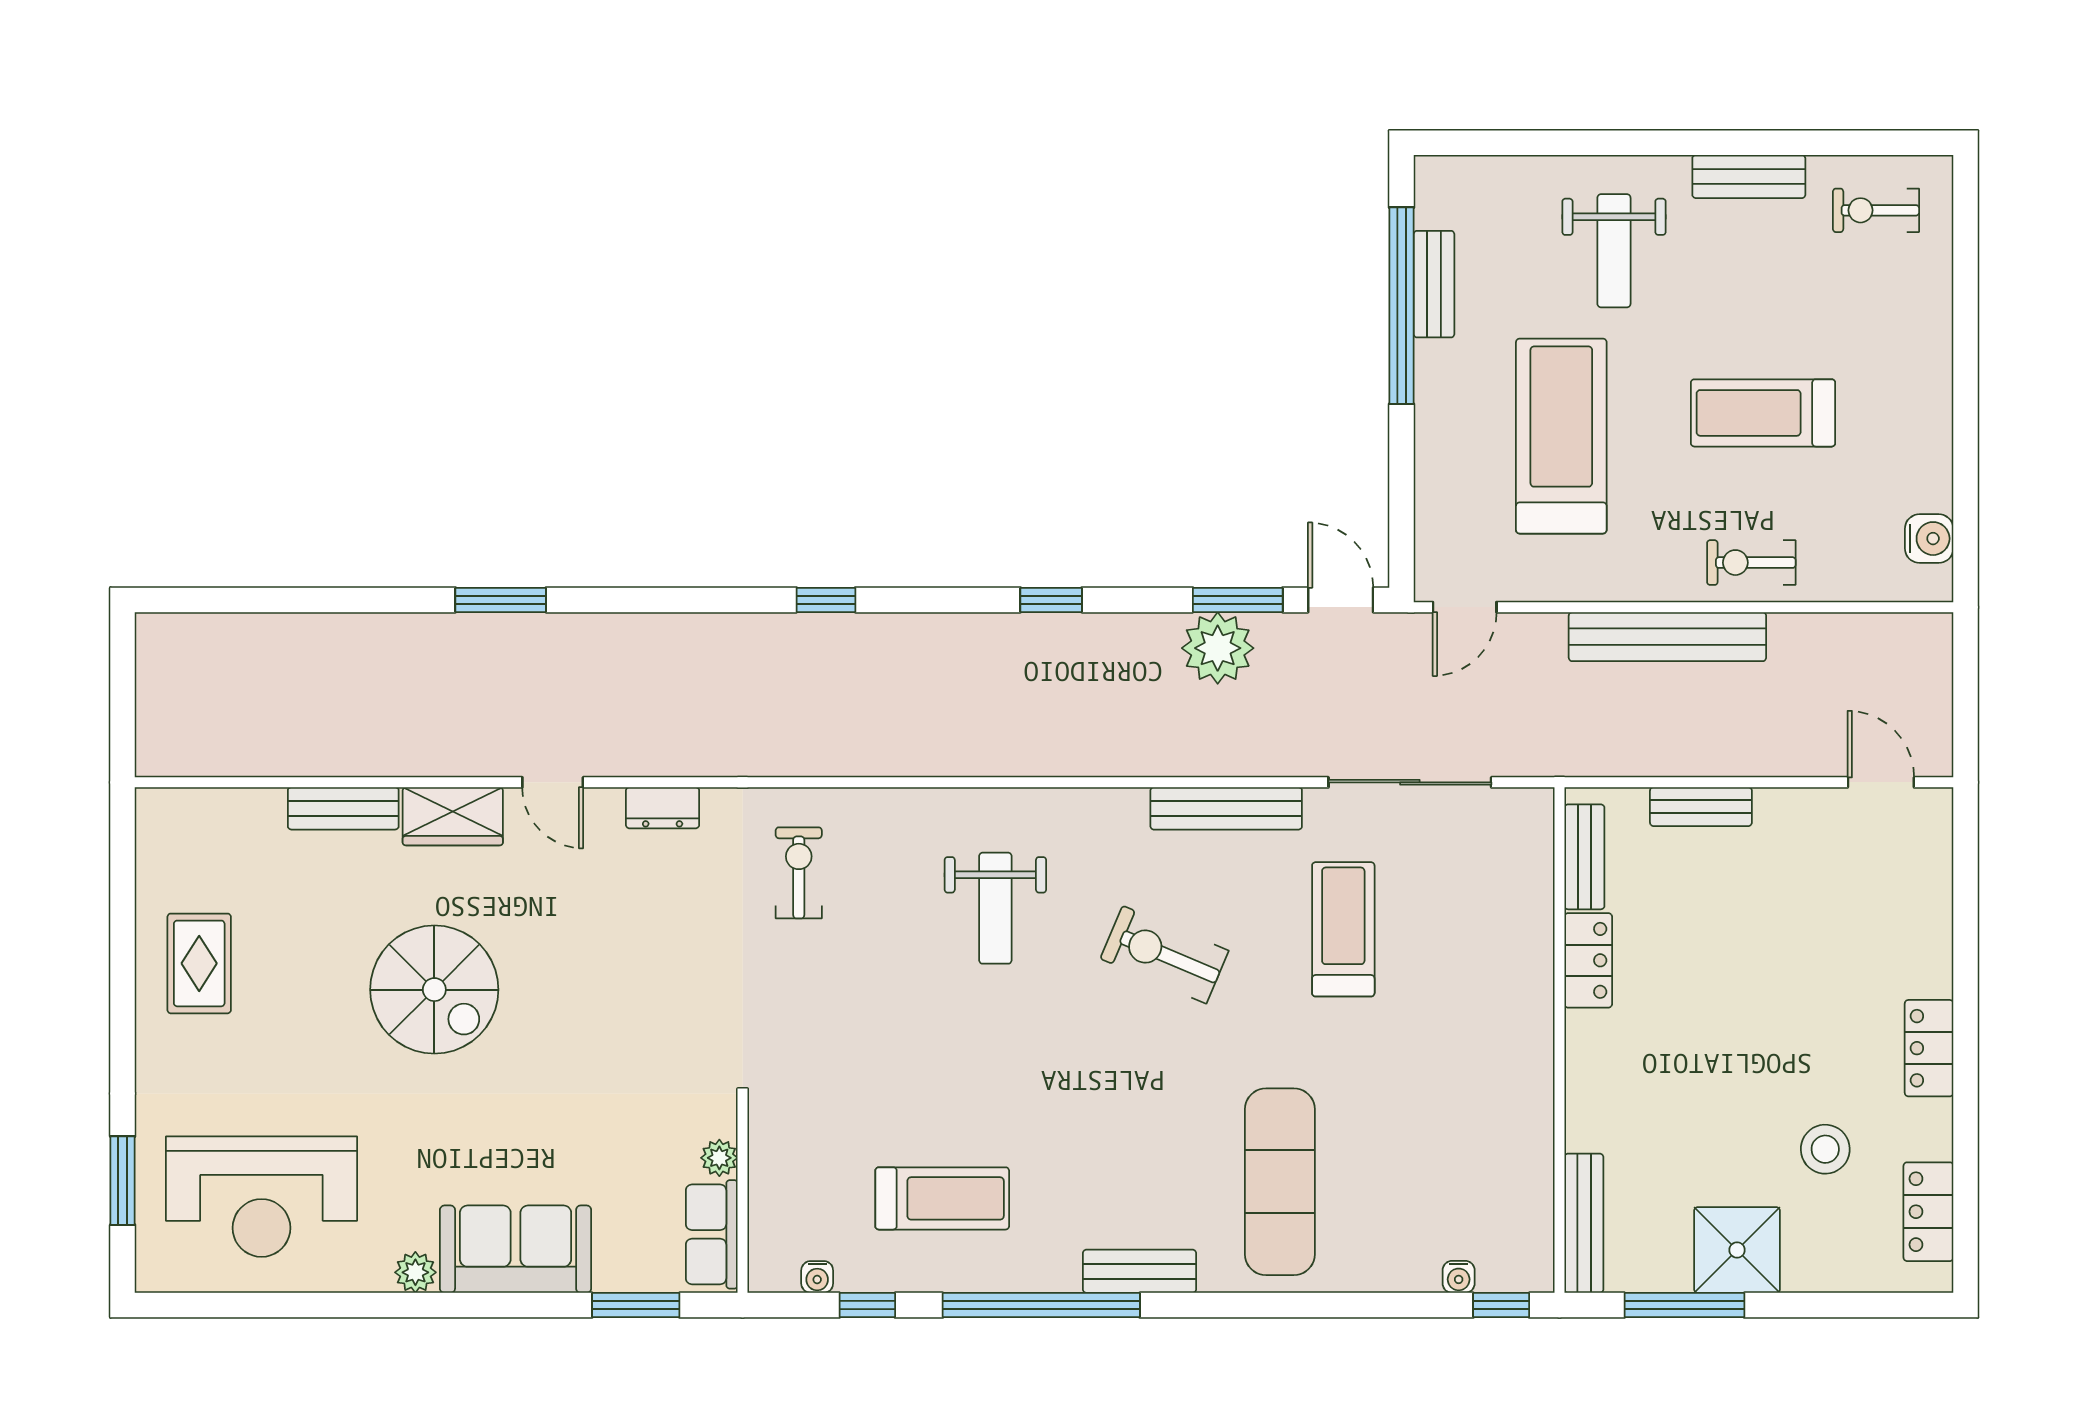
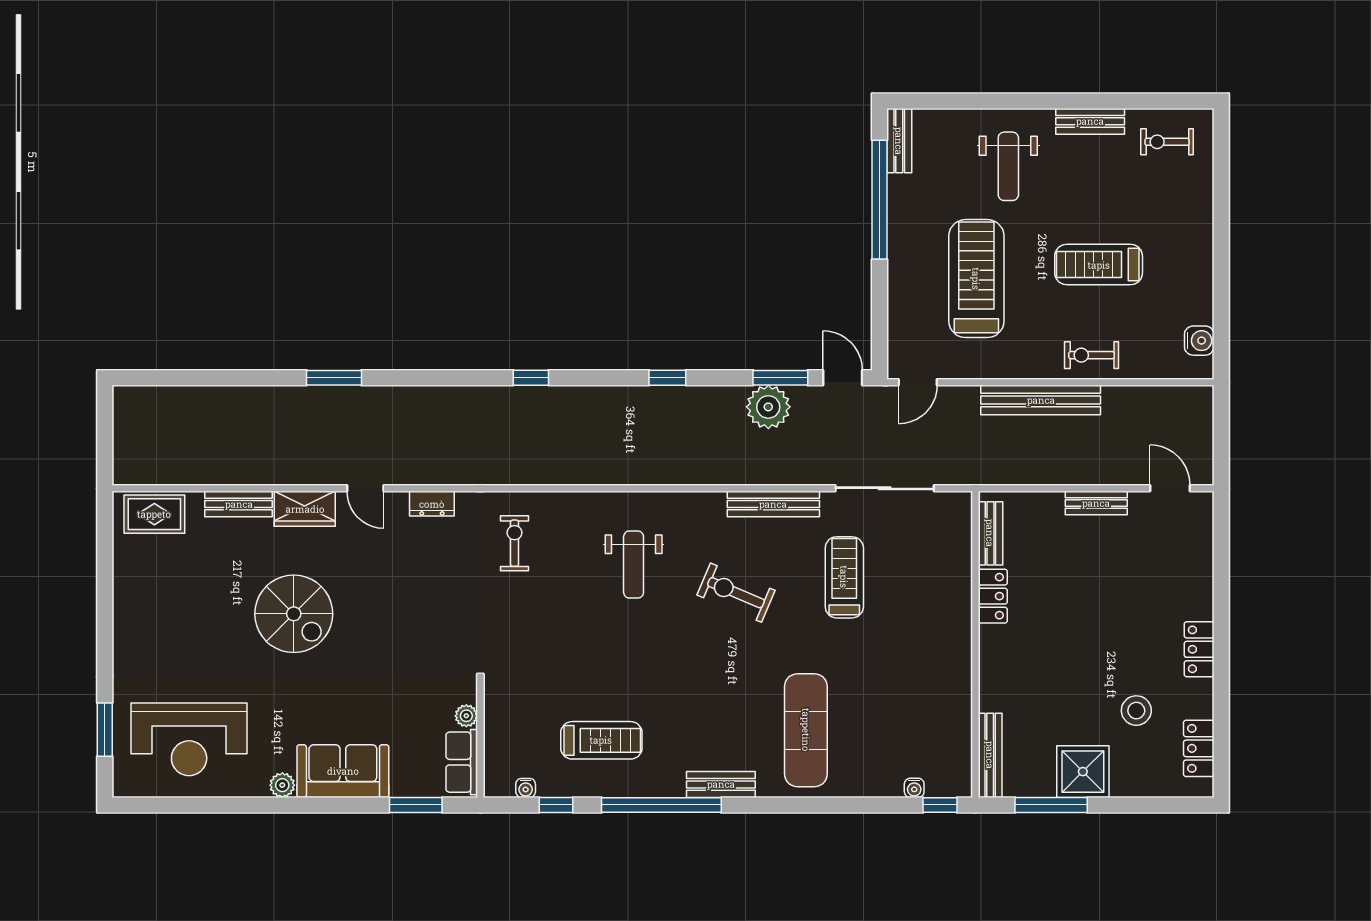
bench: (1434, 284) -> (899, 141), moved
bench: (1701, 807) -> (1096, 503), moved
rug: (199, 963) -> (154, 514), moved, turned 90

